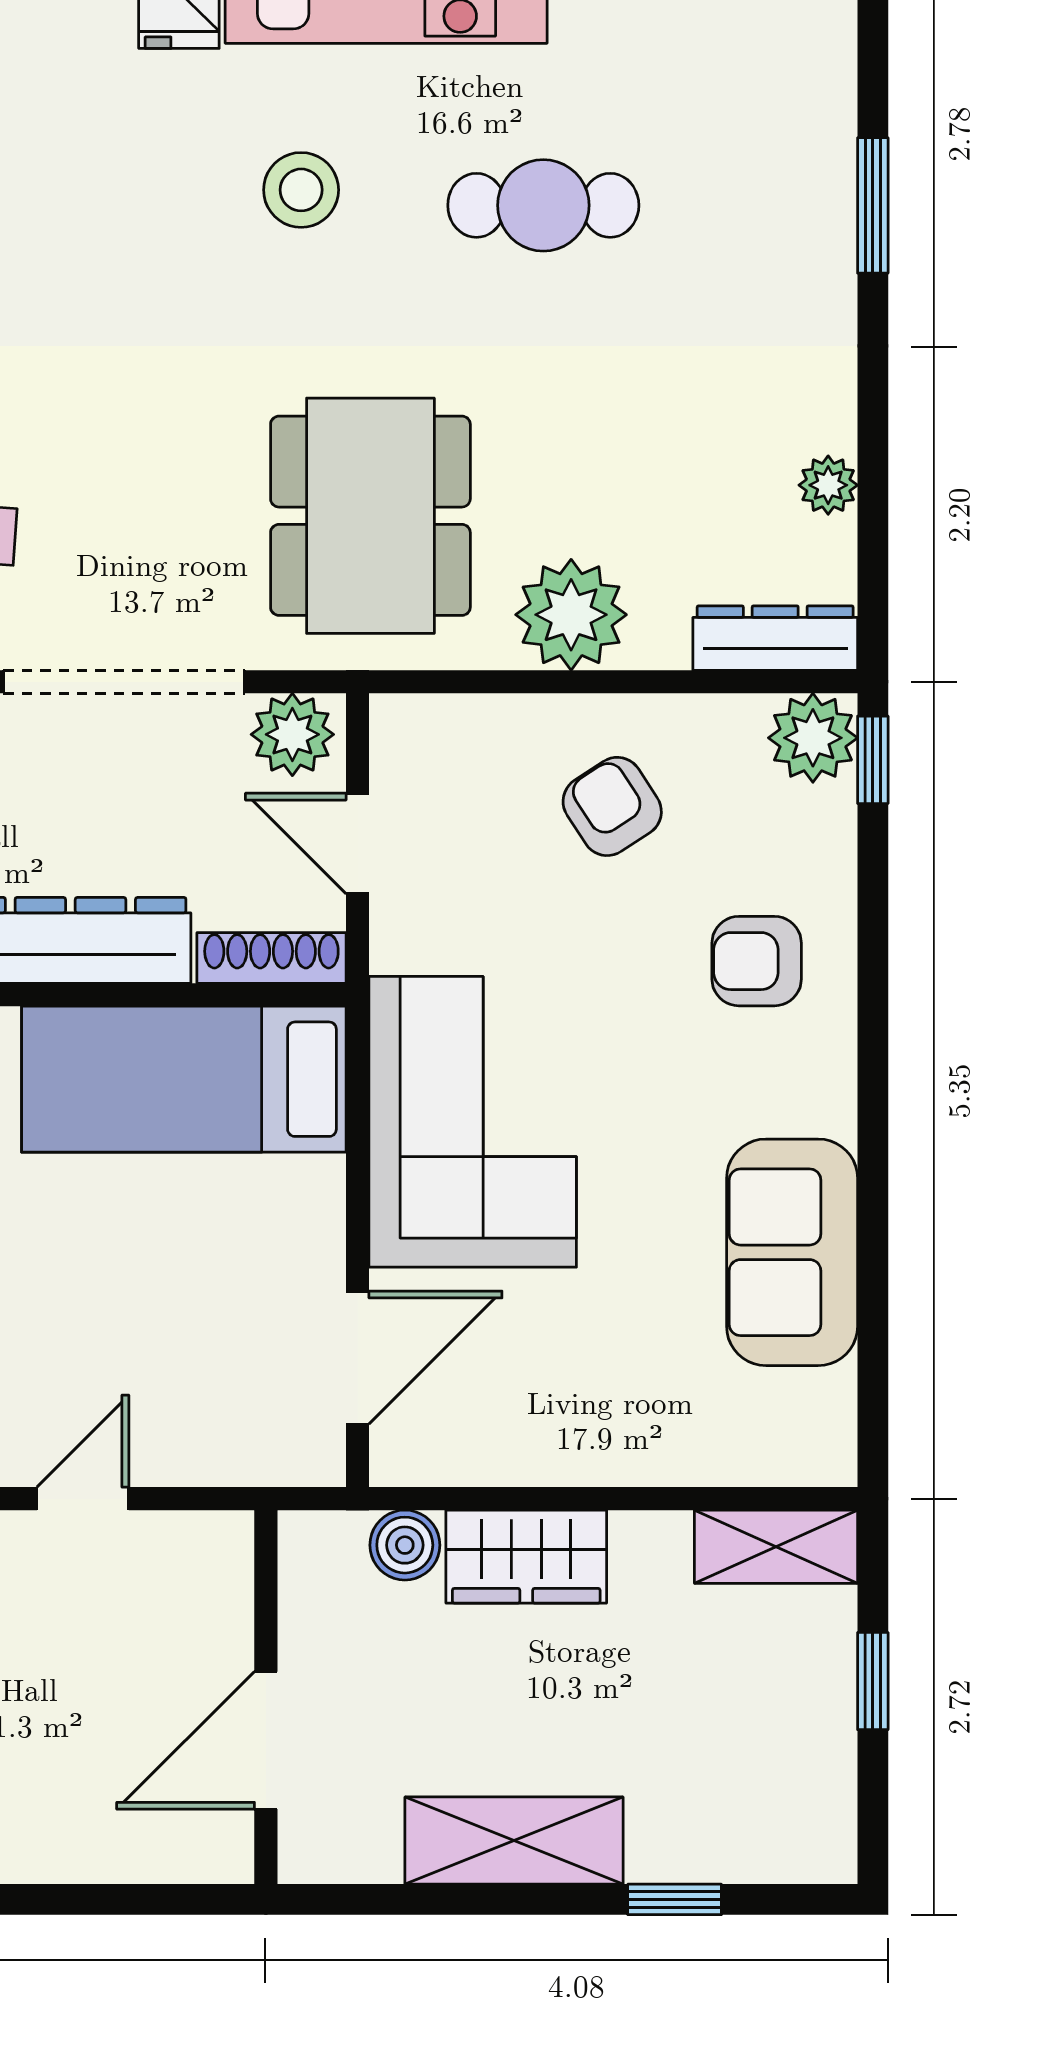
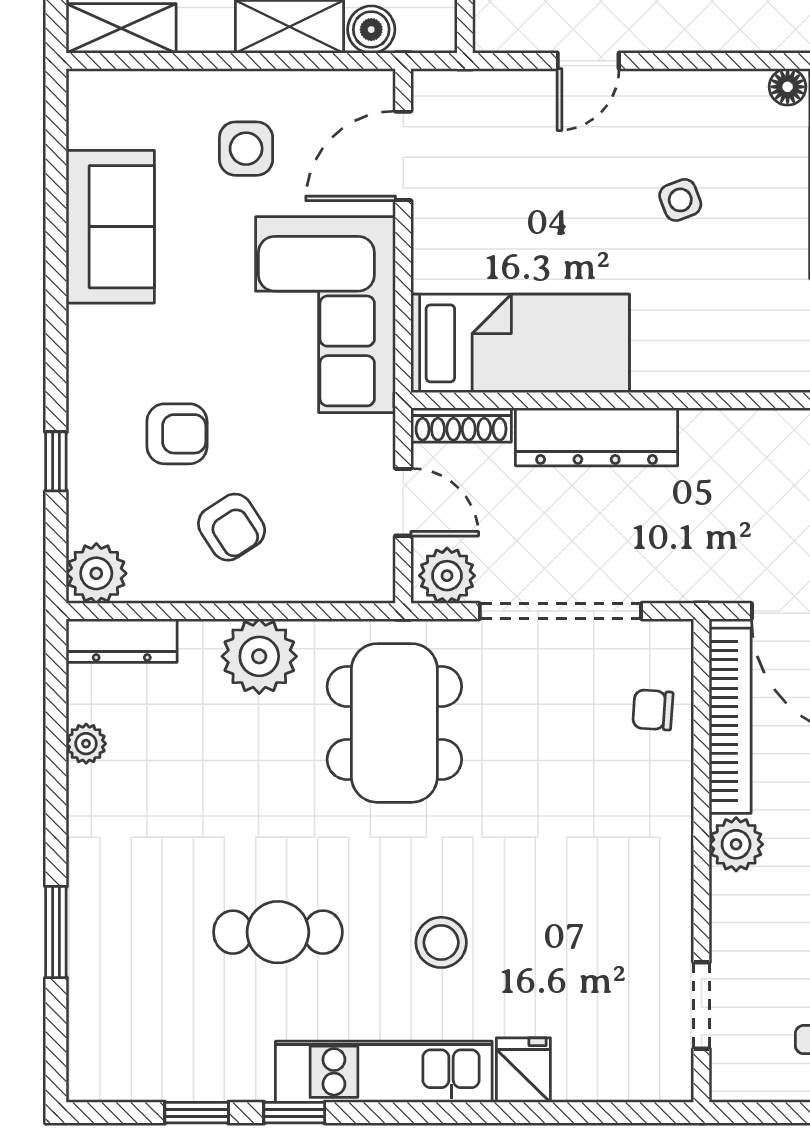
window: (873, 760) -> (56, 461), moved
armchair: (757, 961) -> (177, 434), moved
side table: (591, 1368) -> (246, 149), added

